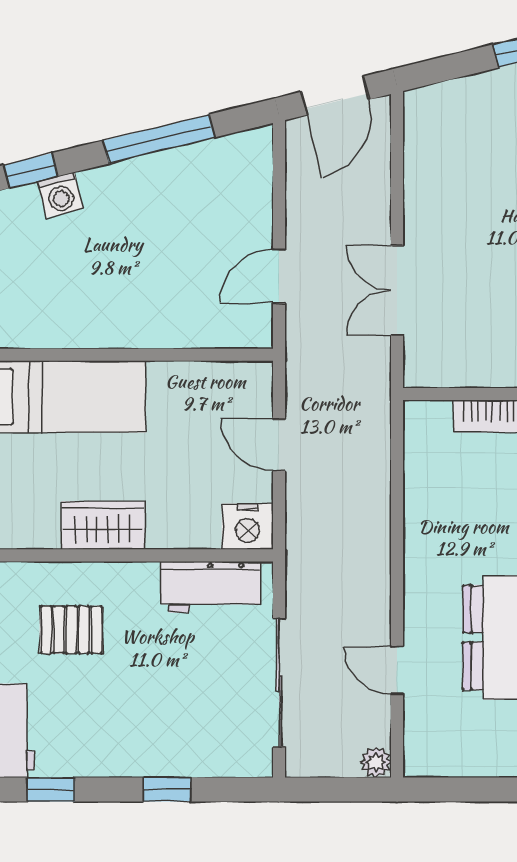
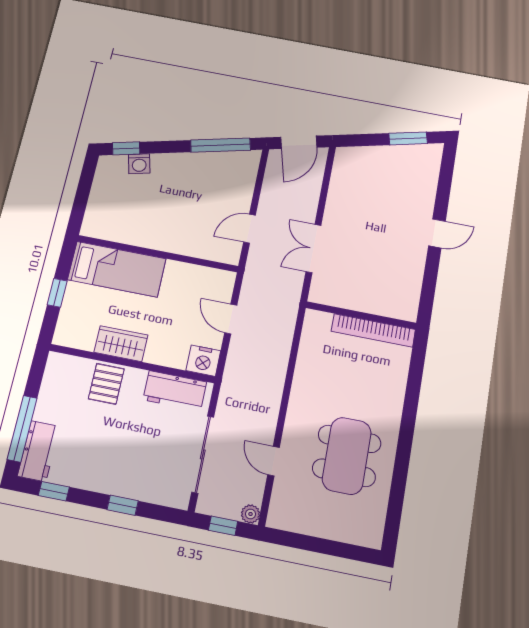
window: (159, 139) -> (221, 145), moved
pallet: (71, 630) -> (106, 384), moved, turned 90
window: (335, 789) -> (223, 526), added

